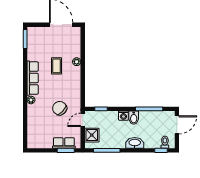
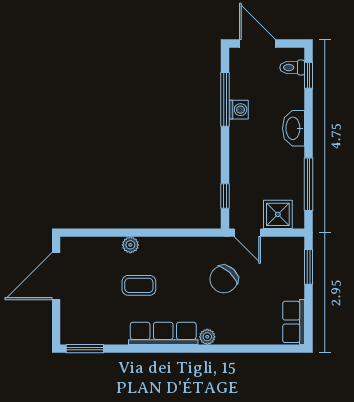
washing machine: (123, 116) -> (239, 110), moved
bidet: (134, 118) -> (243, 130), removed
row of seats: (64, 143) -> (294, 322), moved

